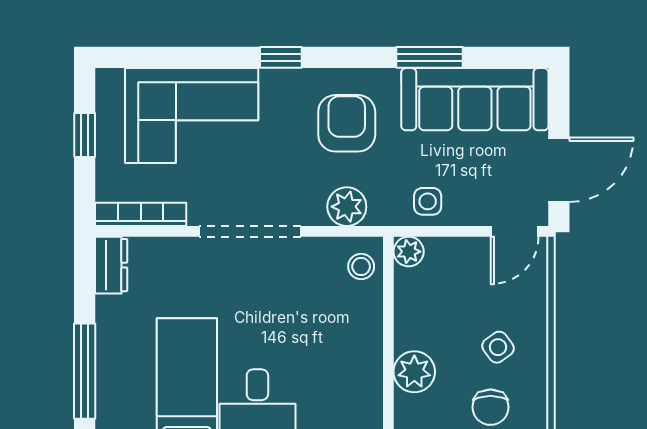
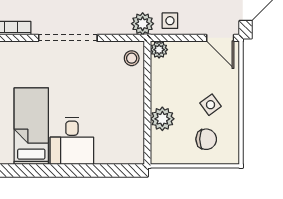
plant: (347, 207) -> (143, 24), moved
door: (515, 231) -> (220, 38), hinge flipped
chair: (490, 407) -> (206, 139), turned -90

